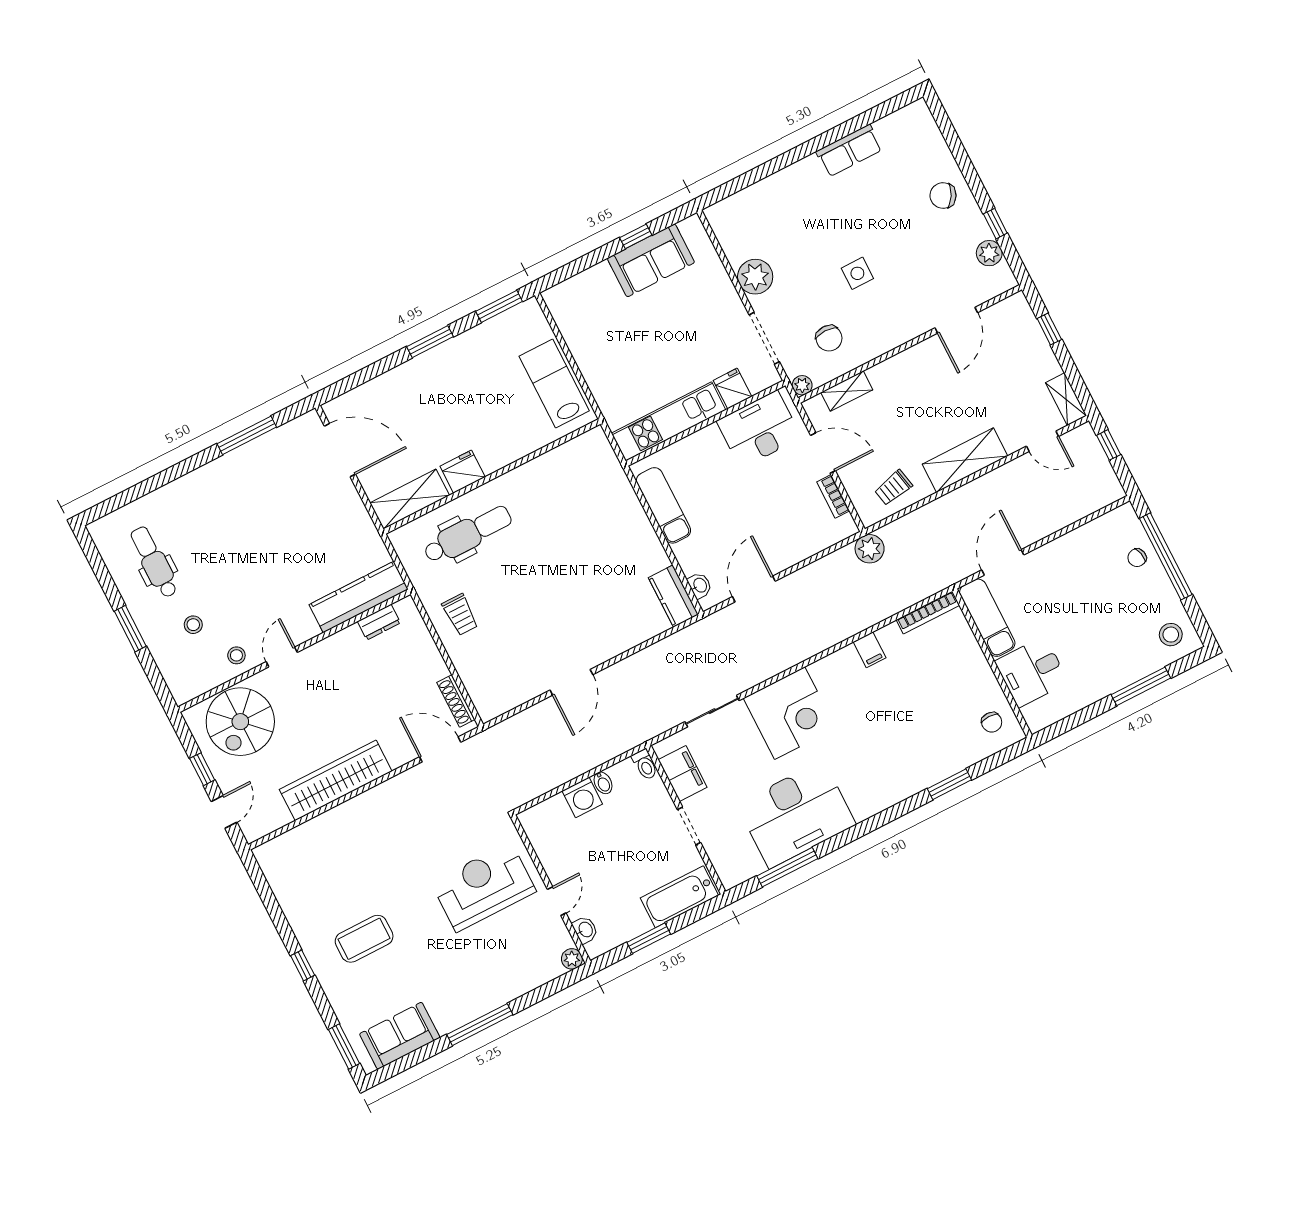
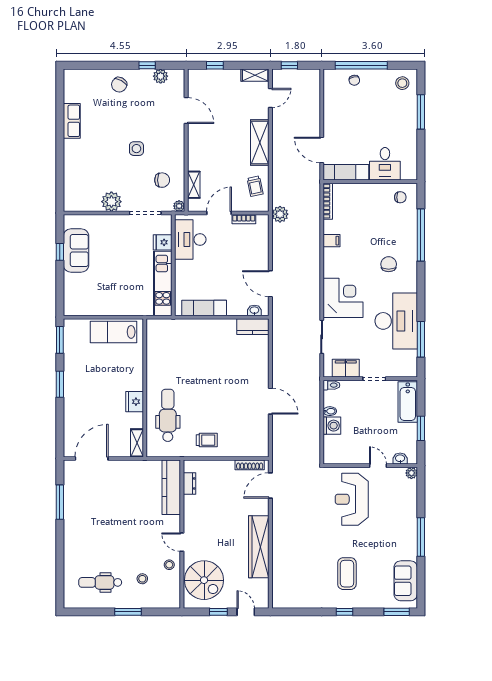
shelving: (410, 499) -> (137, 443), width x0.67, depth x0.75
chair: (878, 757) -> (389, 264), added
window: (949, 784) -> (421, 235), width x2.11

